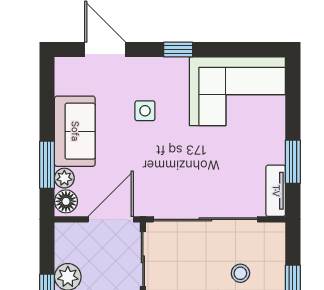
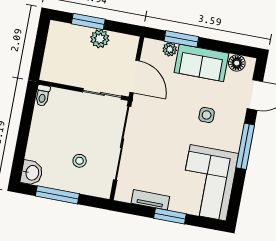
window: (178, 50) -> (245, 146), width x2.17
window: (293, 162) -> (170, 216), moved
tv unit: (276, 191) -> (150, 200), moved
floor lamp: (66, 201) -> (237, 63), moved

